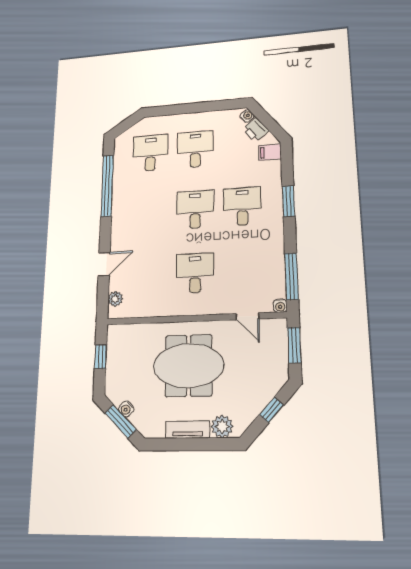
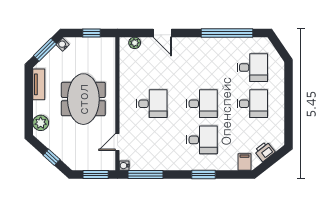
water cooler: (247, 116) -> (277, 145), removed
water cooler: (126, 409) -> (63, 45), moved
tv unit: (188, 429) -> (39, 84), moved

